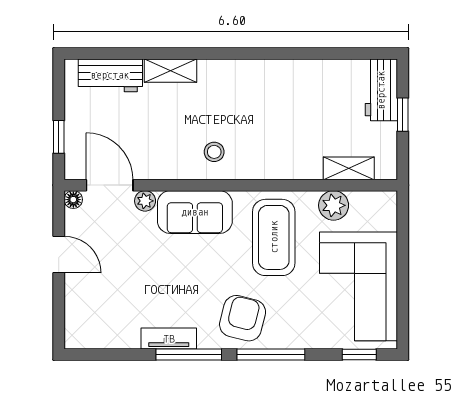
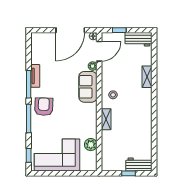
workbench: (110, 75) -> (138, 39), moved, turned -90
shelving: (349, 168) -> (106, 119), moved
coffee table: (274, 237) -> (77, 120), removed
door: (59, 255) -> (70, 30), width x1.87
armchair: (243, 318) -> (44, 107), turned -102

